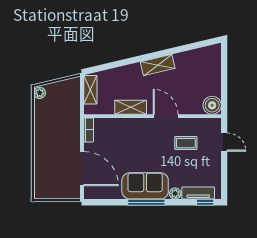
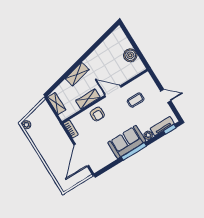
shelving: (158, 65) -> (77, 74), moved
boiler: (212, 105) -> (130, 55), moved
armchair: (131, 132) -> (97, 114), added
door: (224, 142) -> (166, 96), moved
door: (82, 169) -> (81, 155), swing flipped

